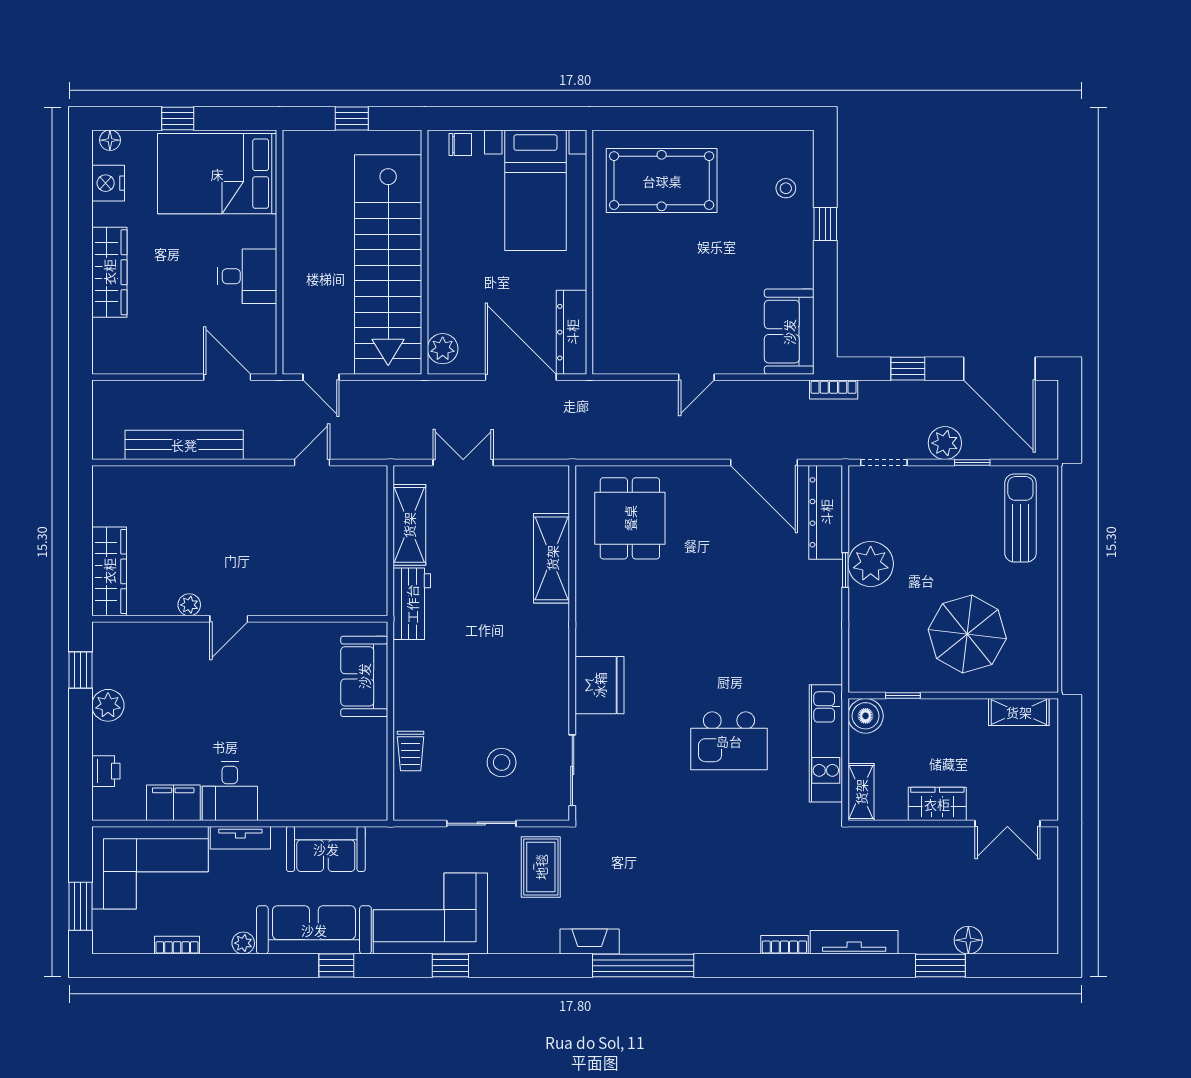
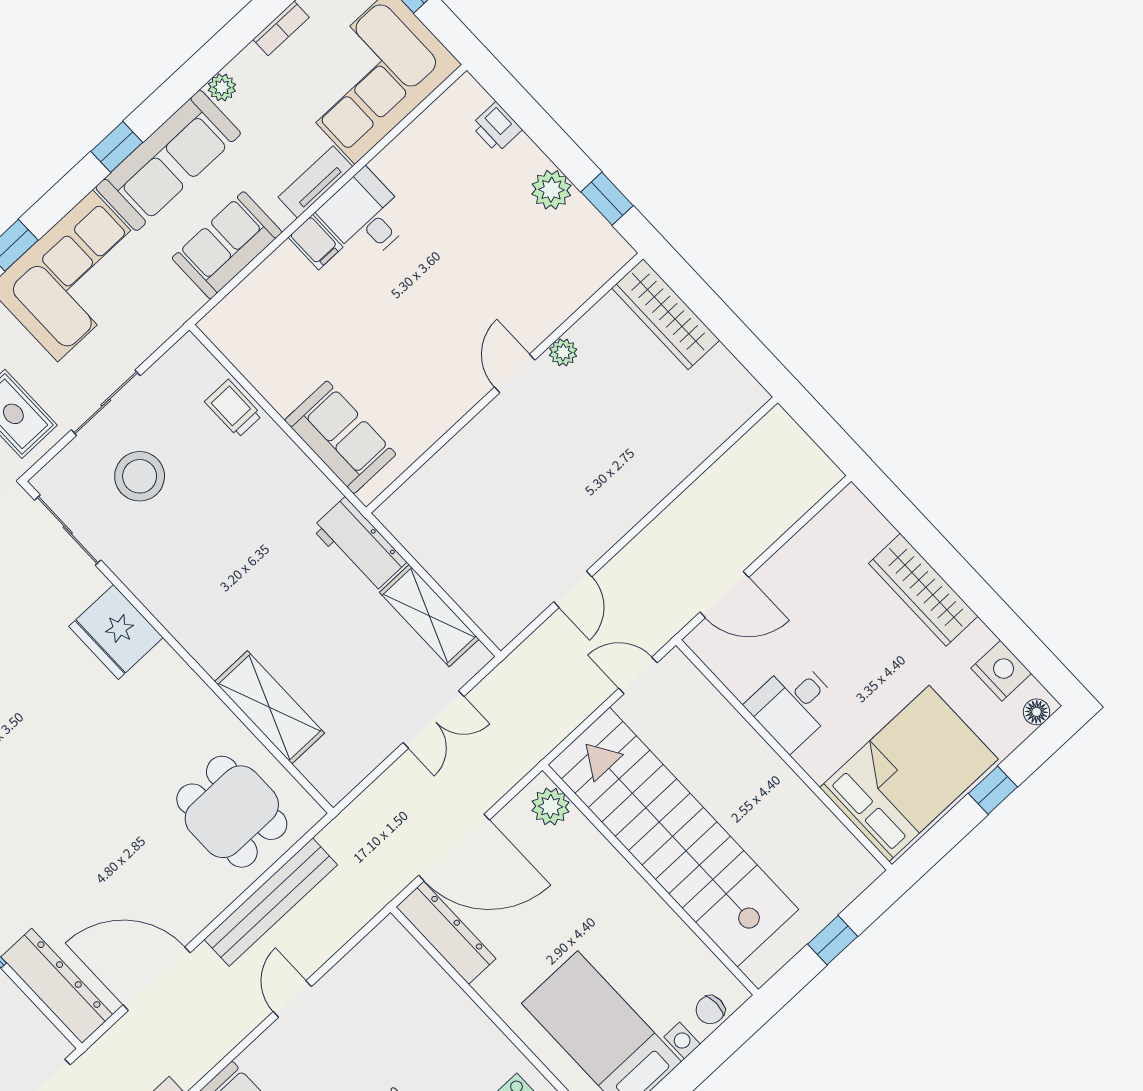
bench: (184, 445) -> (271, 902), moved
stool: (502, 762) -> (140, 476), width x1.38, depth x1.38
filing cabinet: (173, 803) -> (315, 242), moved, width x0.50

